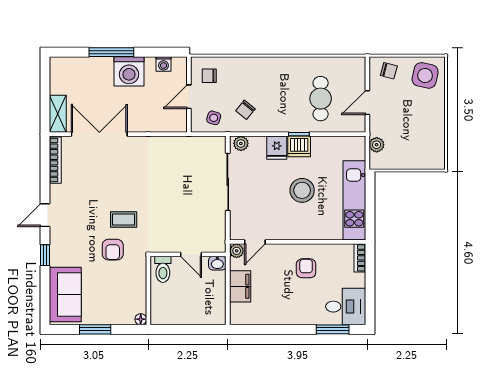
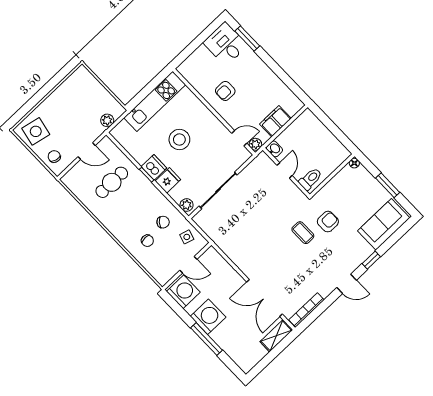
washing machine: (163, 64) -> (183, 292), width x1.89, depth x1.89
chair: (209, 76) -> (147, 241), moved
bookcase: (360, 258) -> (187, 64), removed

